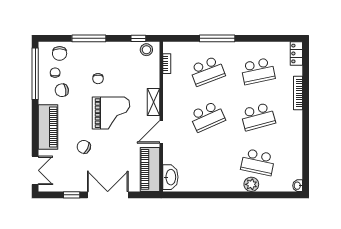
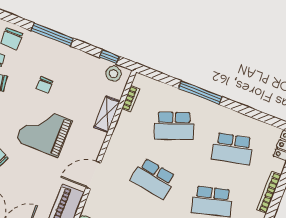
shelving: (154, 102) -> (107, 114), moved
grand piano: (111, 113) -> (44, 131), turned 180
school desk: (207, 117) -> (153, 178), turned 33

